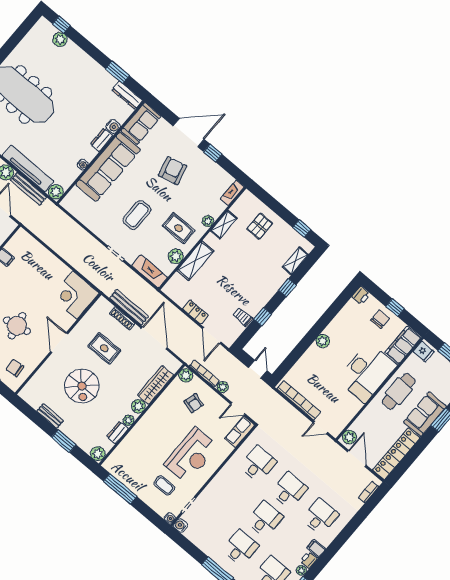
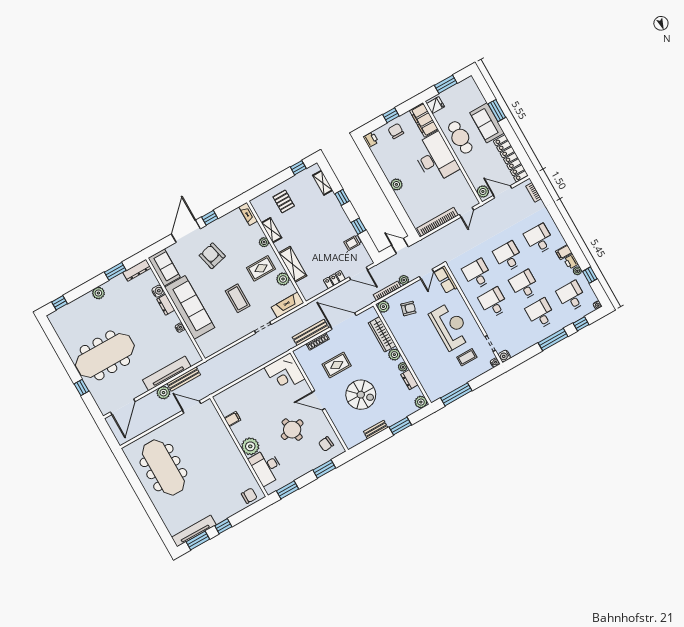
plant: (60, 39) -> (98, 293), moved
plant: (56, 192) -> (194, 358), removed
desk: (234, 493) -> (494, 303), added

